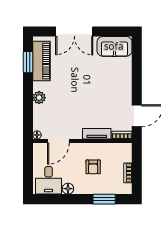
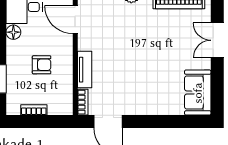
double door: (74, 31) -> (217, 40), width x0.73
armchair: (93, 167) -> (42, 65), turned 180

